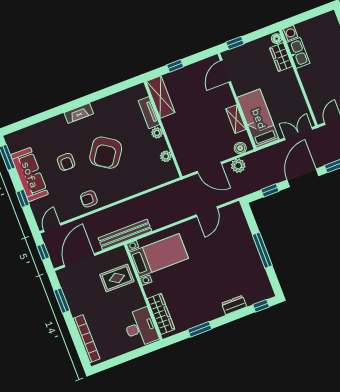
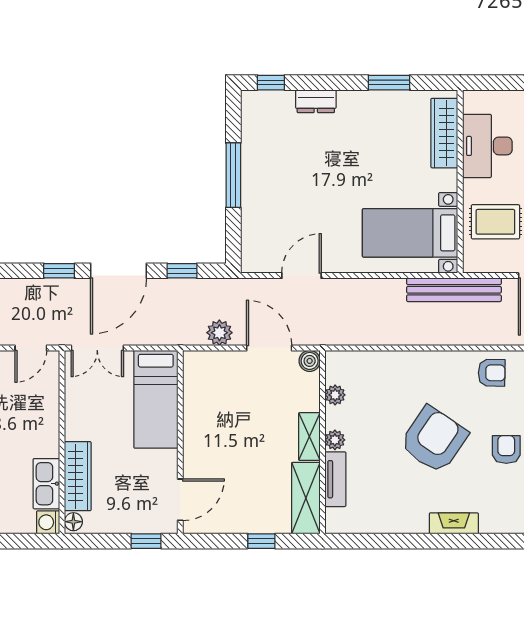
wardrobe: (281, 57) -> (78, 476), width x1.50
shelving: (236, 119) -> (309, 437), moved
boiler: (240, 148) -> (310, 361), moved
desk: (141, 327) -> (487, 146), moved

